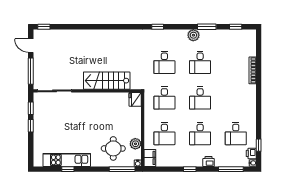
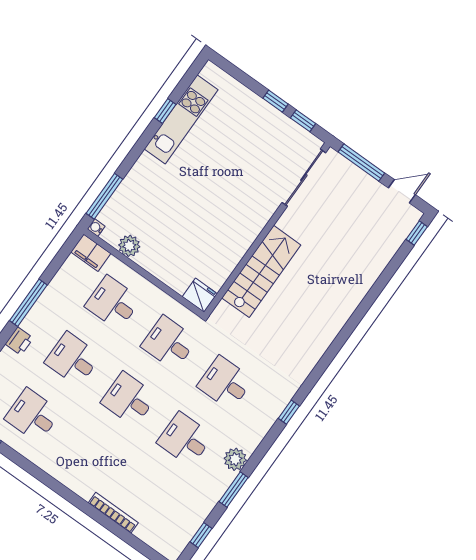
round table: (113, 148) -> (147, 206), removed
window: (190, 169) -> (28, 303), width x2.17

